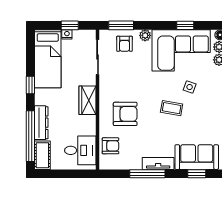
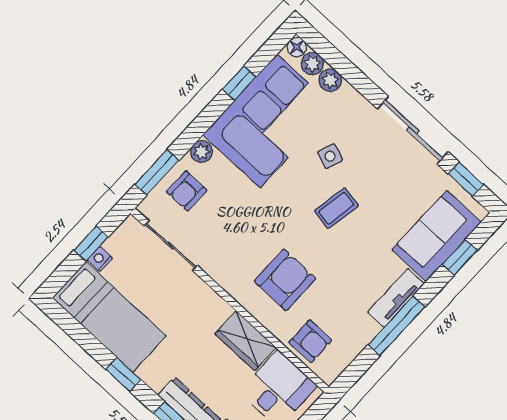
armchair: (125, 44) -> (187, 191), turned 90
wardrobe: (87, 100) -> (246, 341), moved
armchair: (110, 146) -> (310, 341), turned 90

